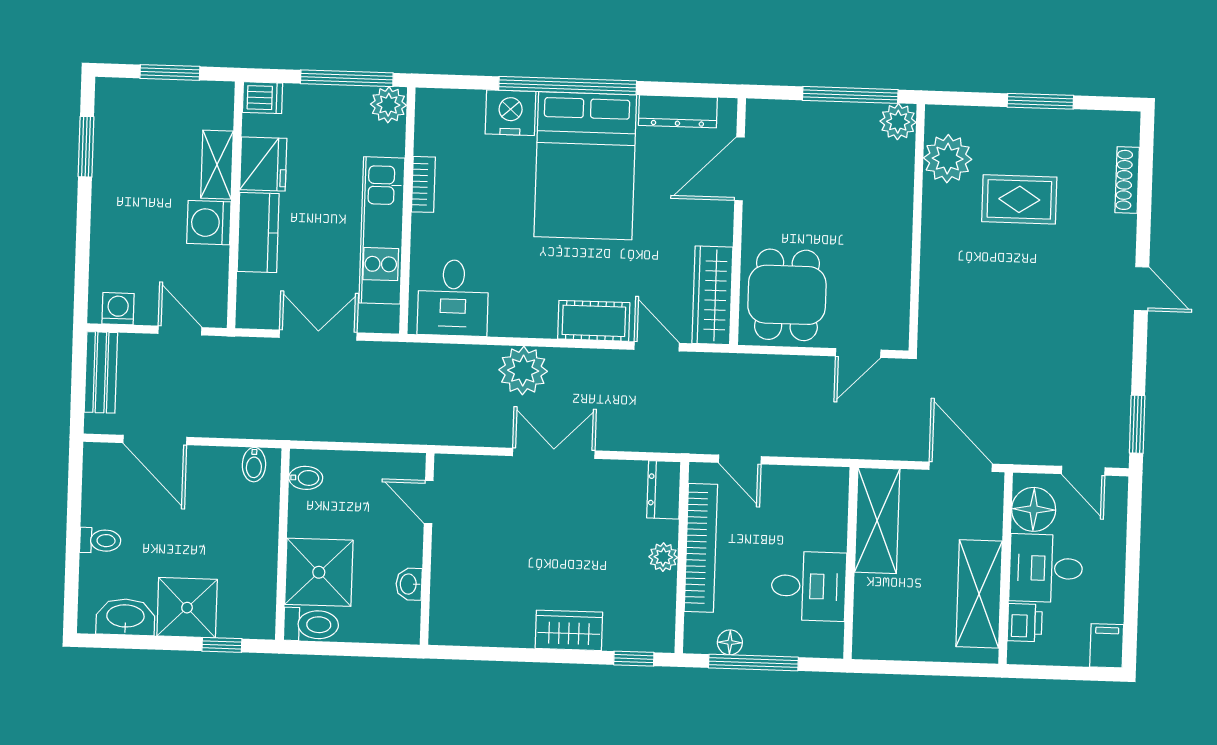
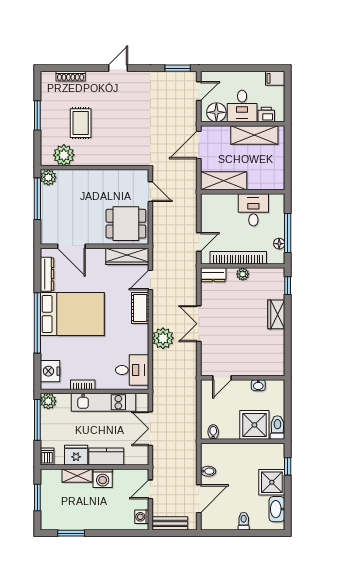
nightstand: (510, 113) -> (50, 371), moved
bidet: (254, 465) -> (208, 471), moved

